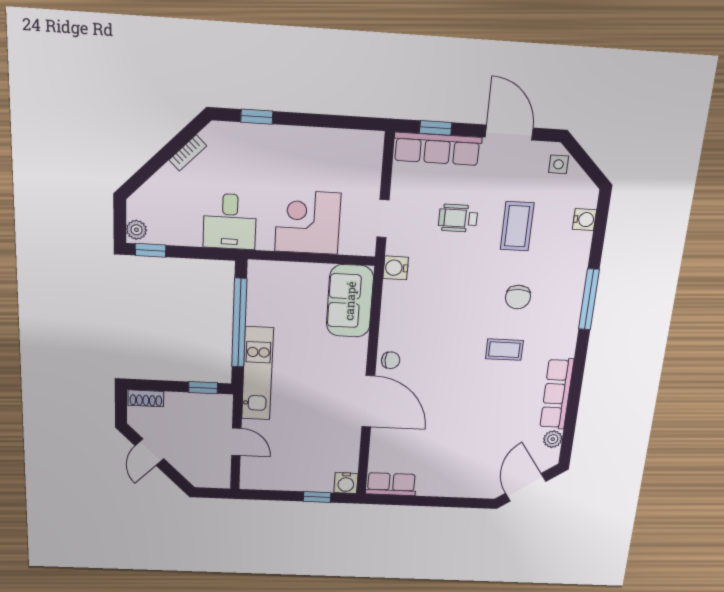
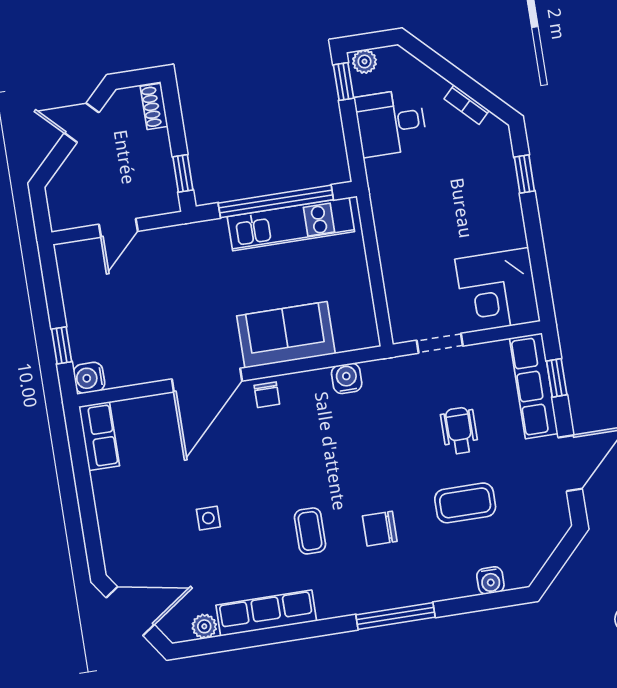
side table: (559, 164) -> (208, 518), moved
desk: (230, 221) -> (391, 123), moved
corner desk: (308, 222) -> (497, 290), moved, turned 180
water cooler: (396, 268) -> (347, 378), moved
sofa: (350, 301) -> (286, 335), moved
kitchen unit: (258, 374) -> (291, 224), moved

